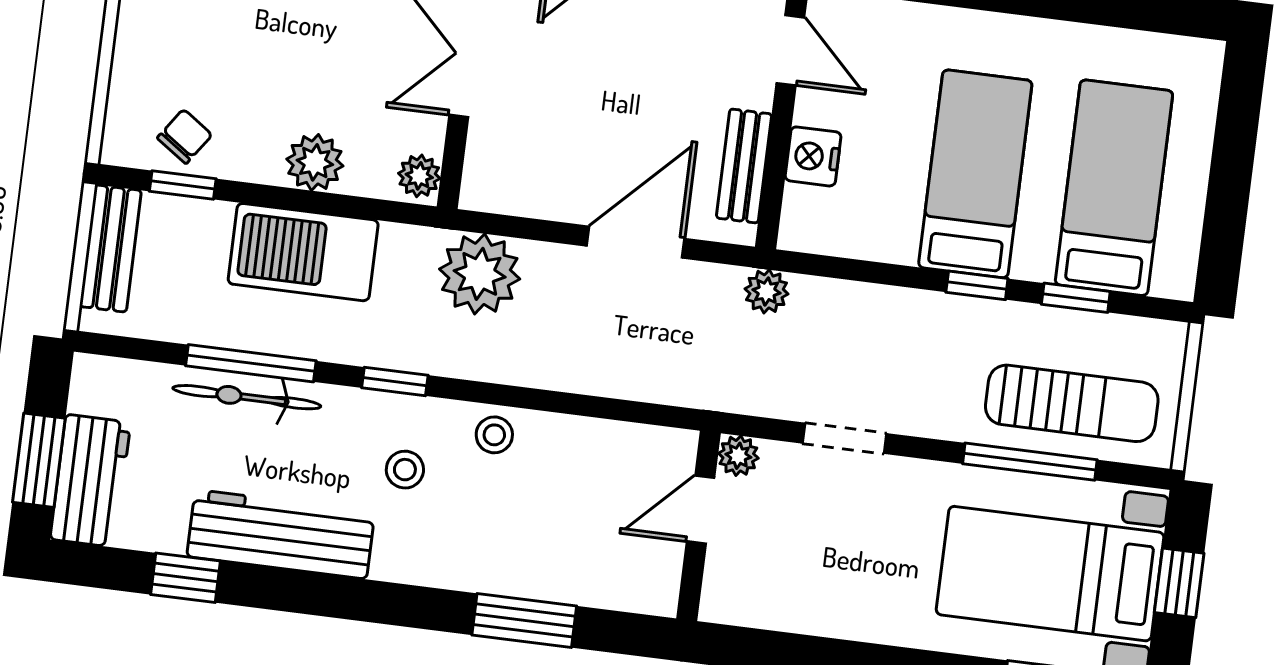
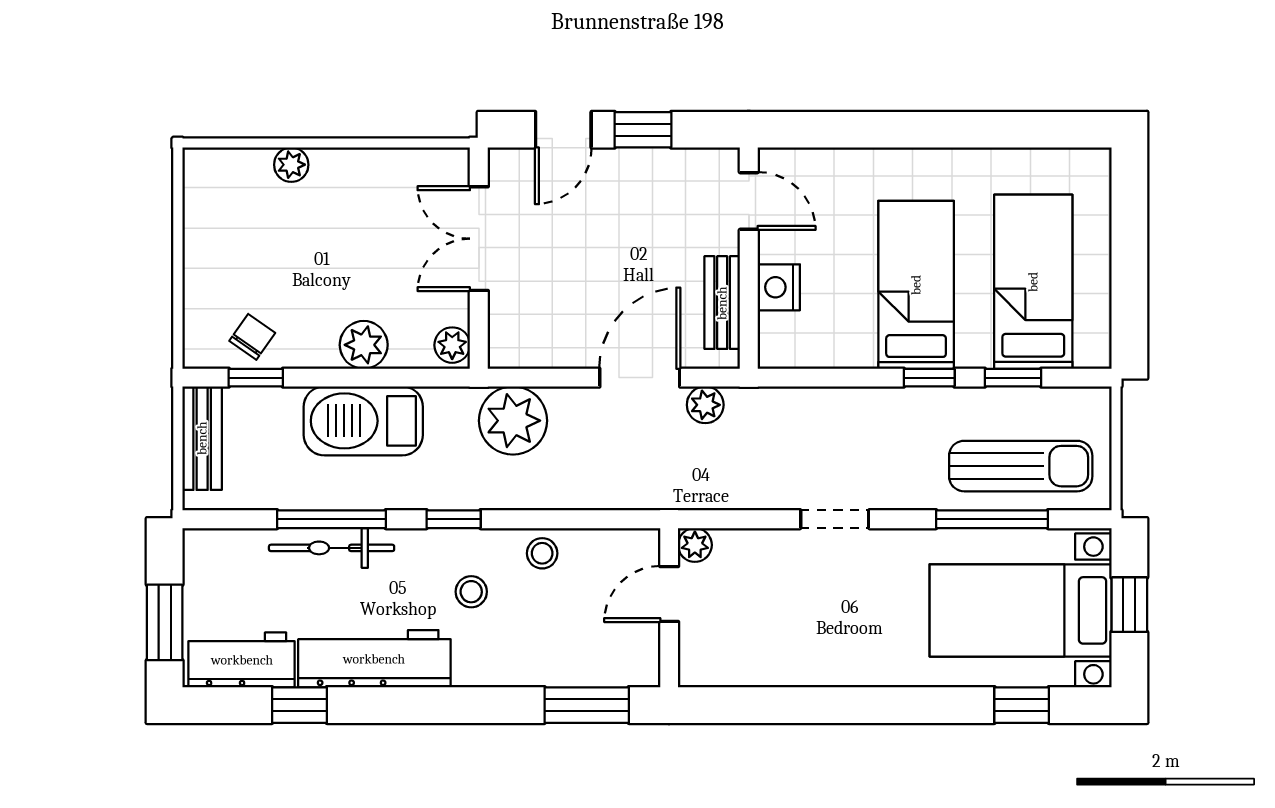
plant: (767, 291) -> (705, 405), moved
plant: (738, 456) -> (695, 545), moved
workbench: (90, 481) -> (242, 660), moved, turned -90
door: (701, 510) -> (669, 594), moved
wall: (699, 526) -> (669, 608), moved

